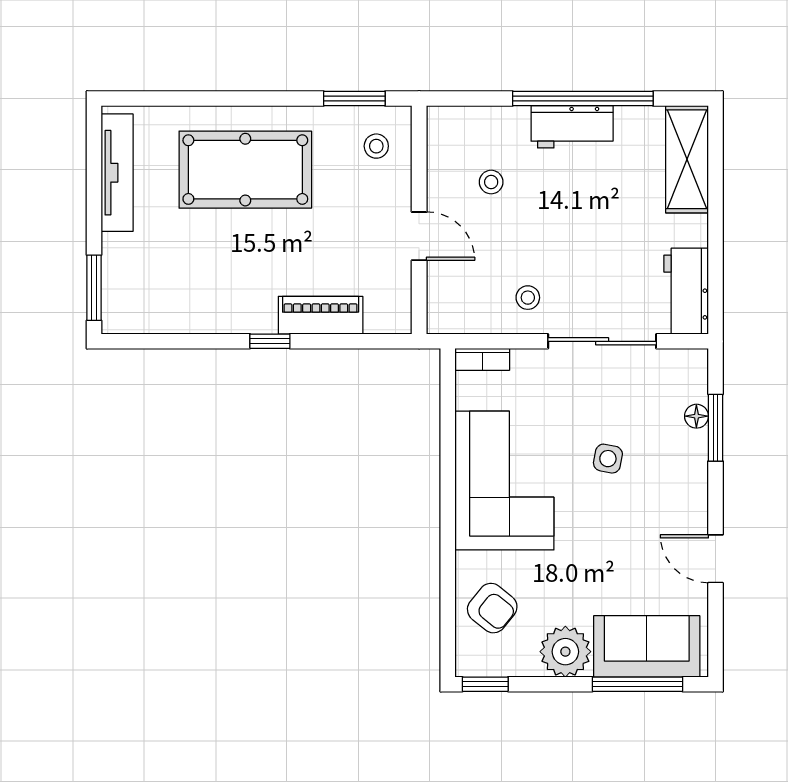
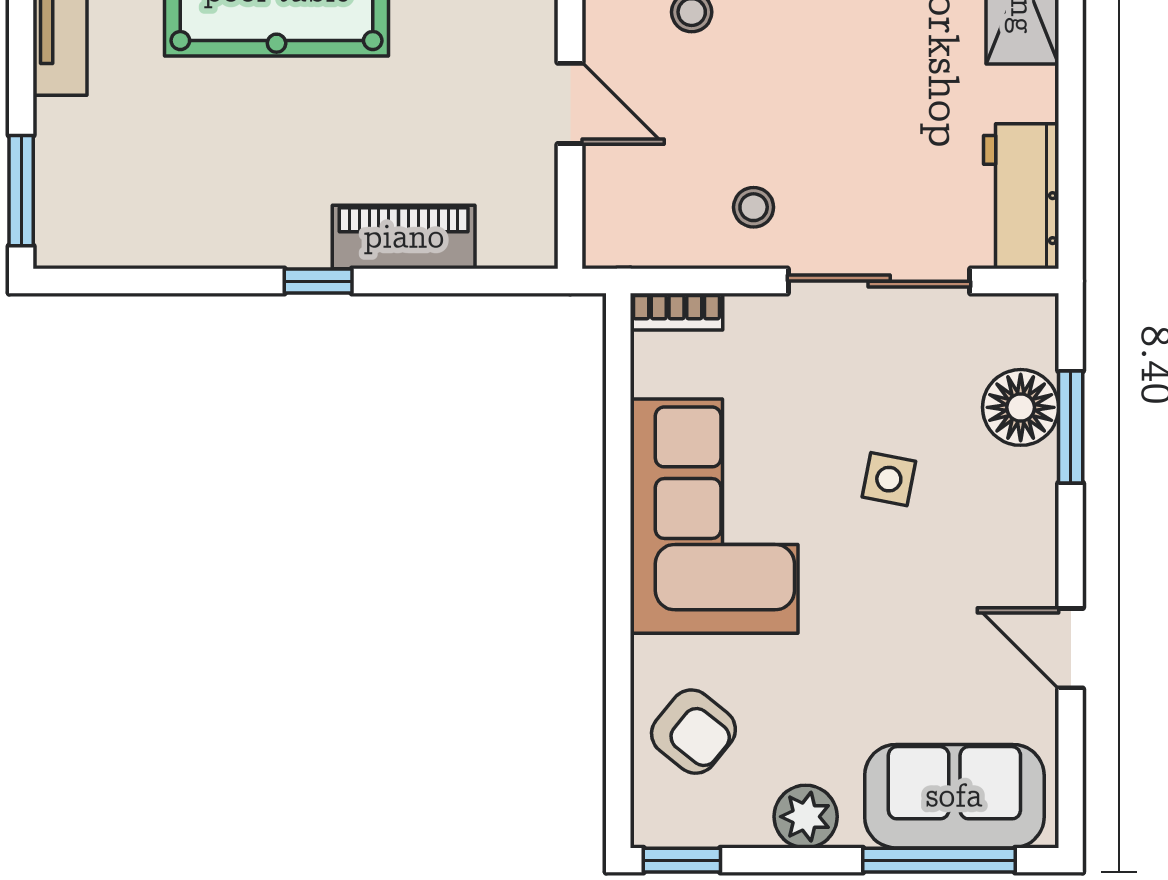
floor lamp: (696, 416) -> (1021, 407), width x1.89, depth x1.89
plant: (565, 652) -> (806, 817), width x0.73, depth x0.73

